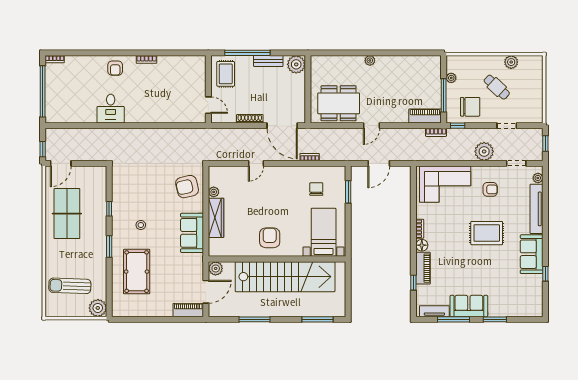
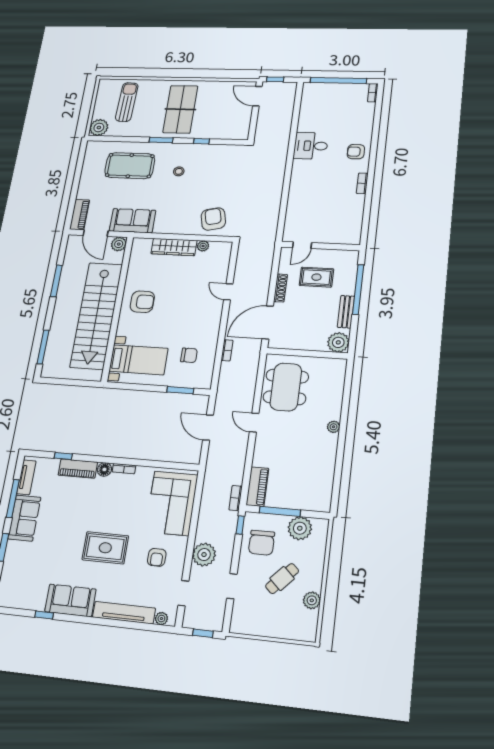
rug: (226, 74) -> (316, 277), moved
plant: (451, 78) -> (300, 528), width x1.87, depth x1.87
table tennis table: (67, 214) -> (180, 109), moved, turned 90
sofa: (192, 233) -> (132, 221), moved
rug: (487, 233) -> (105, 548), turned 90

